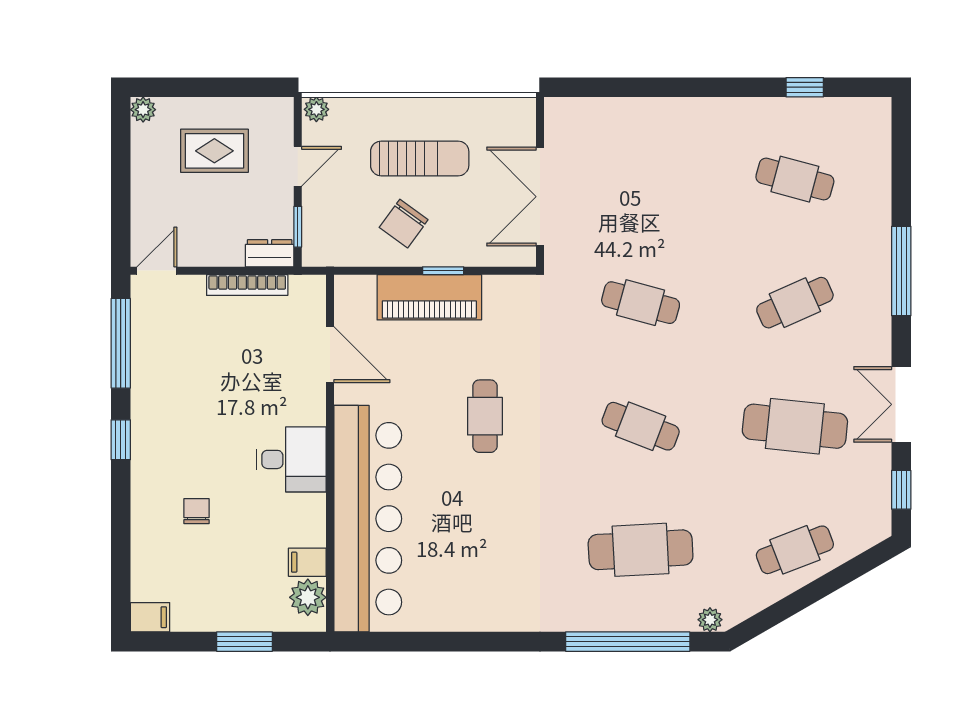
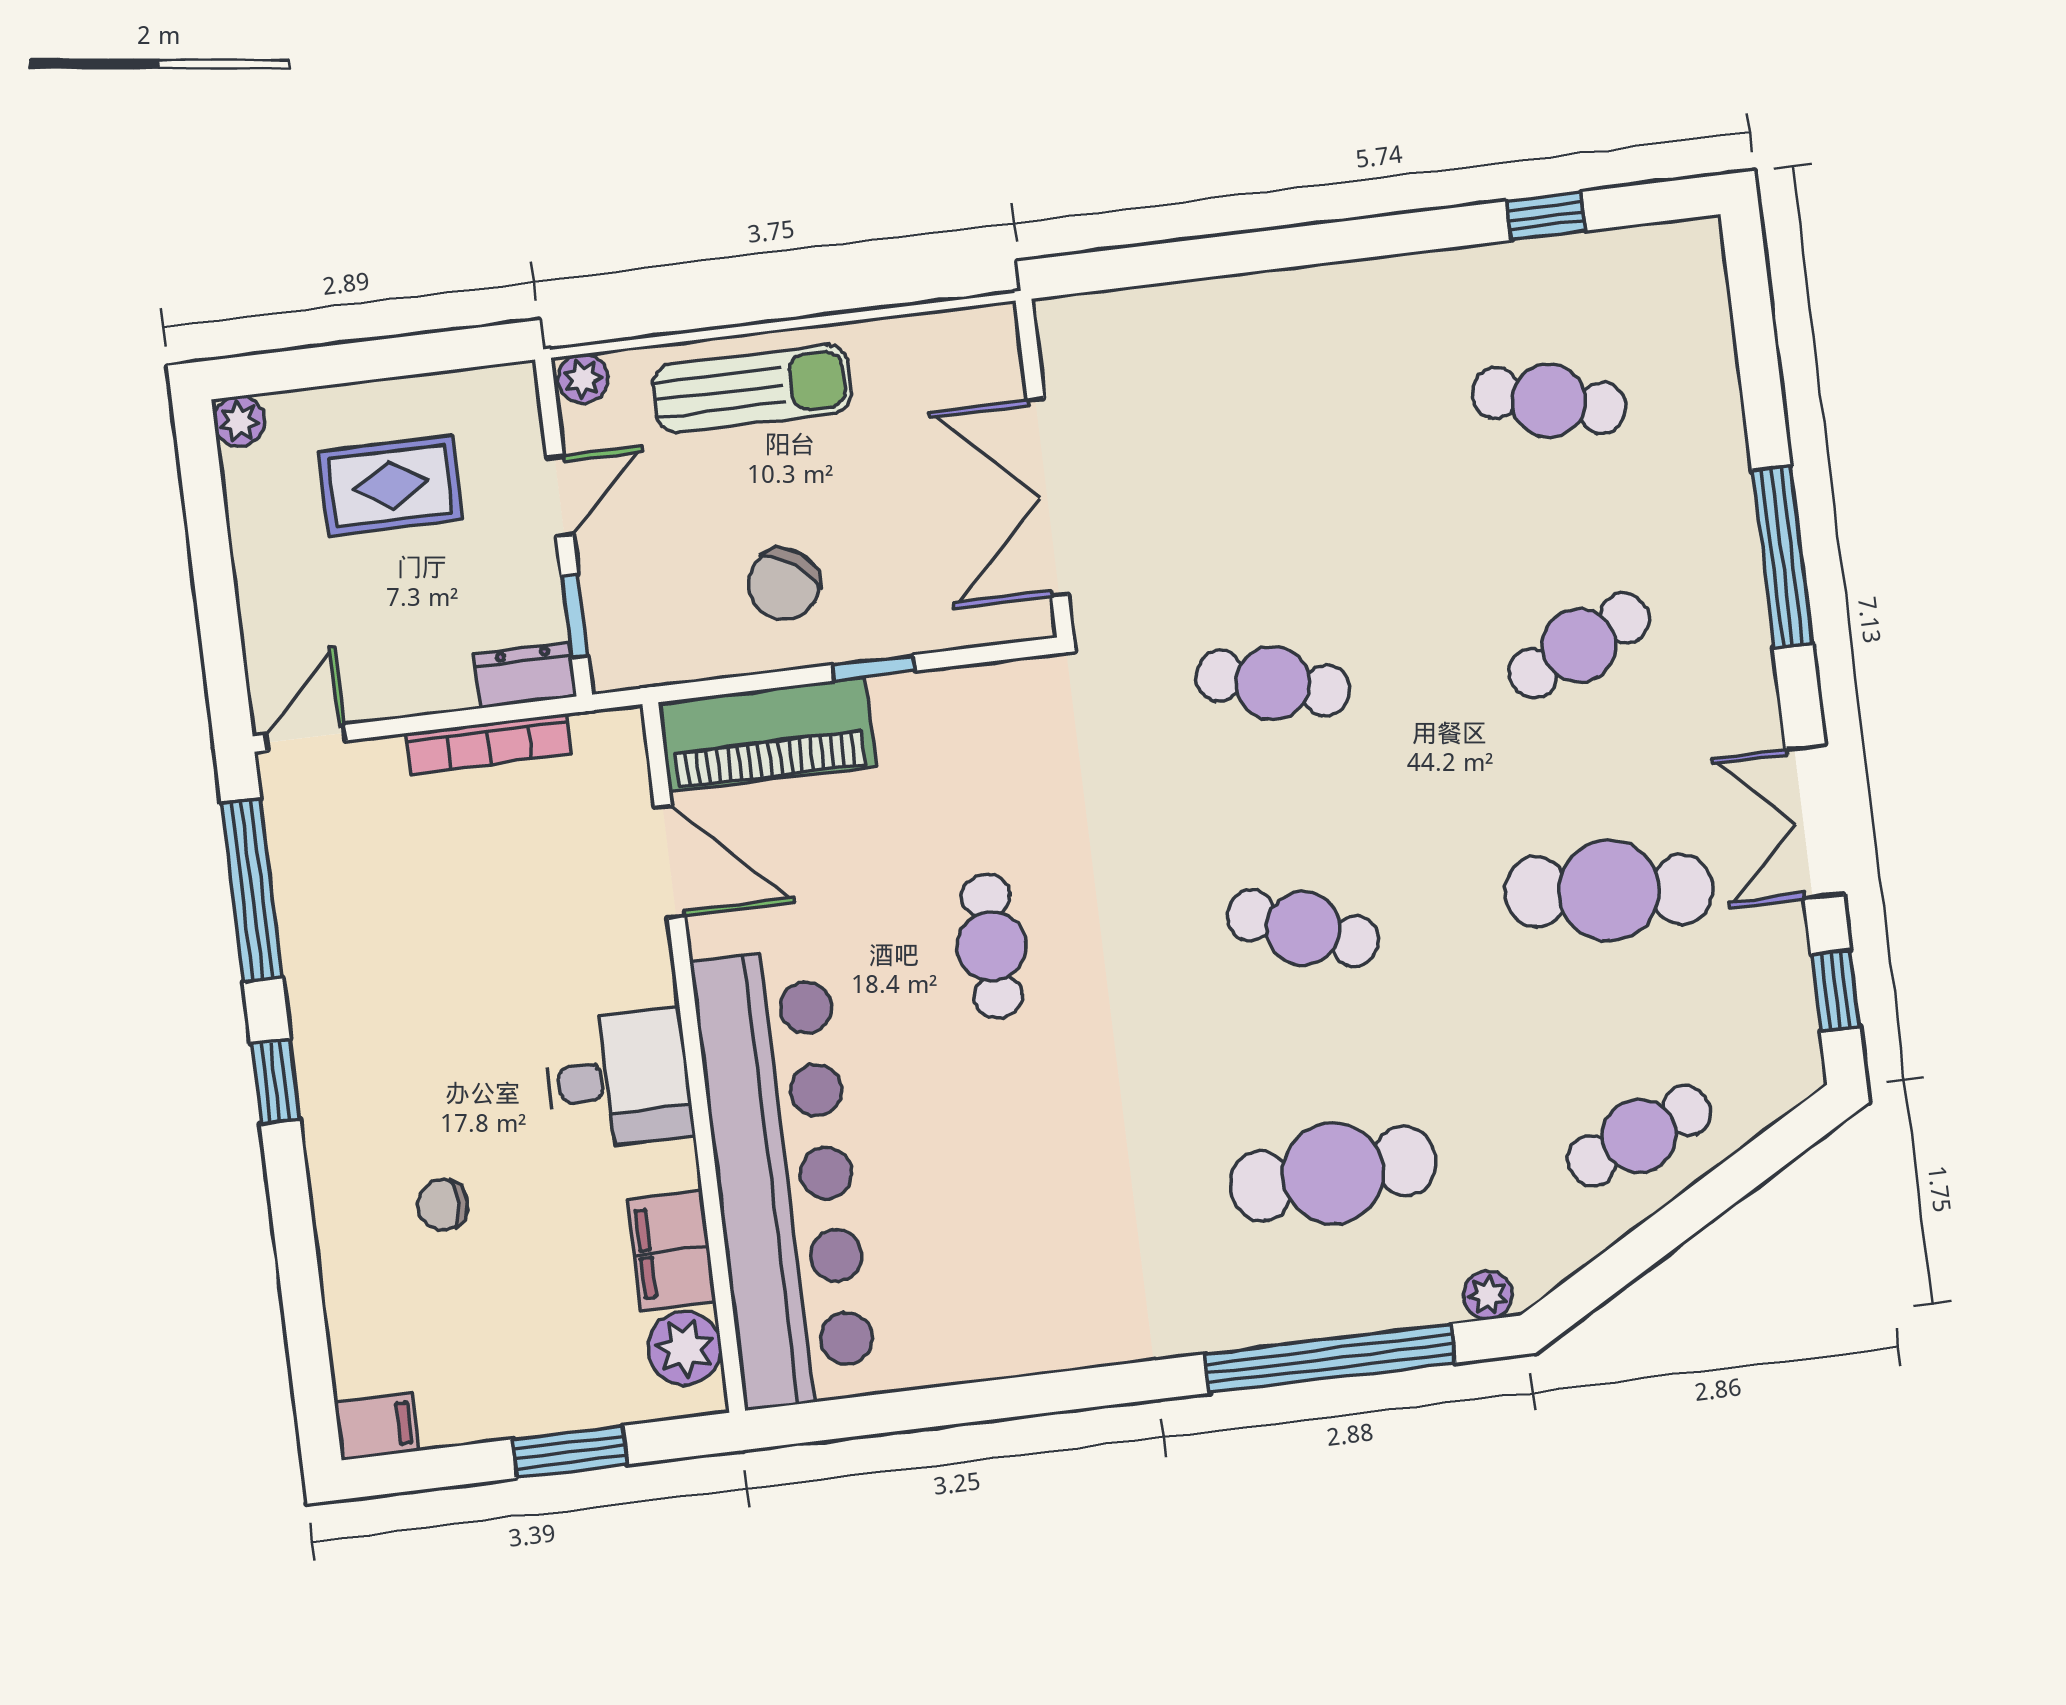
sun lounger: (420, 158) -> (752, 389), moved
piano: (429, 297) -> (767, 734), moved
chair: (196, 511) -> (443, 1205), turned -90
filing cabinet: (307, 562) -> (672, 1251), width x2.00

